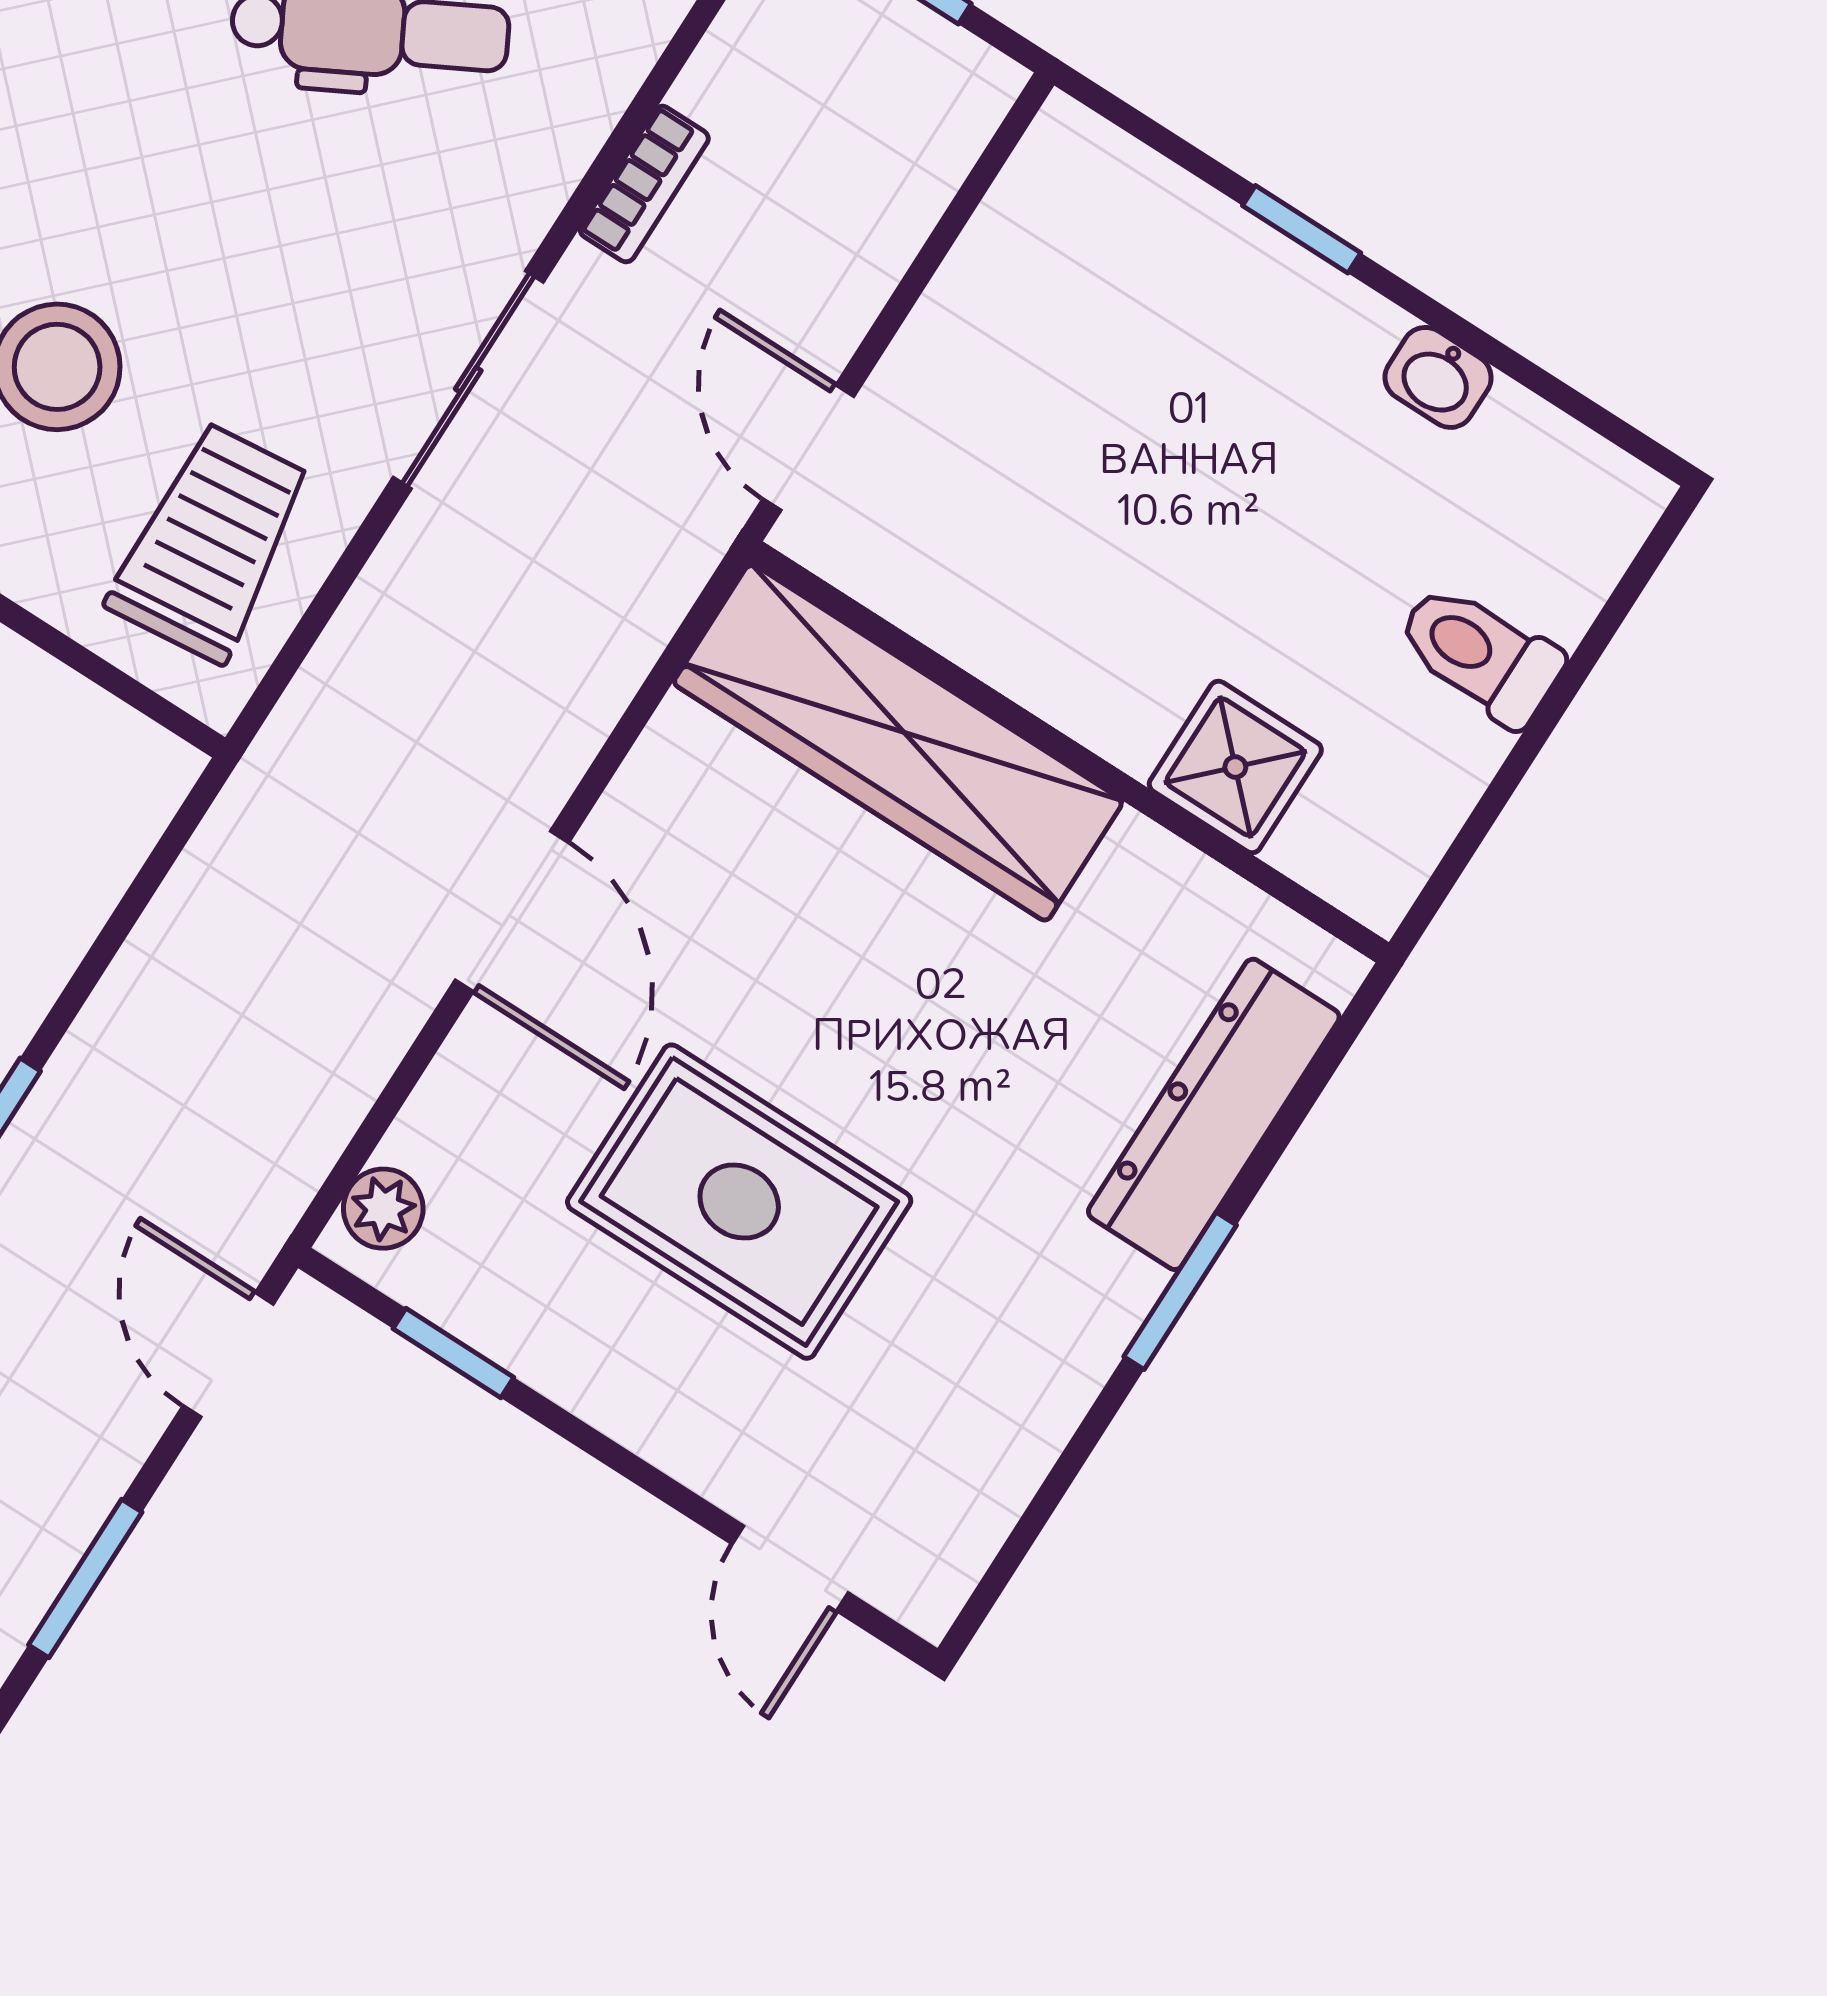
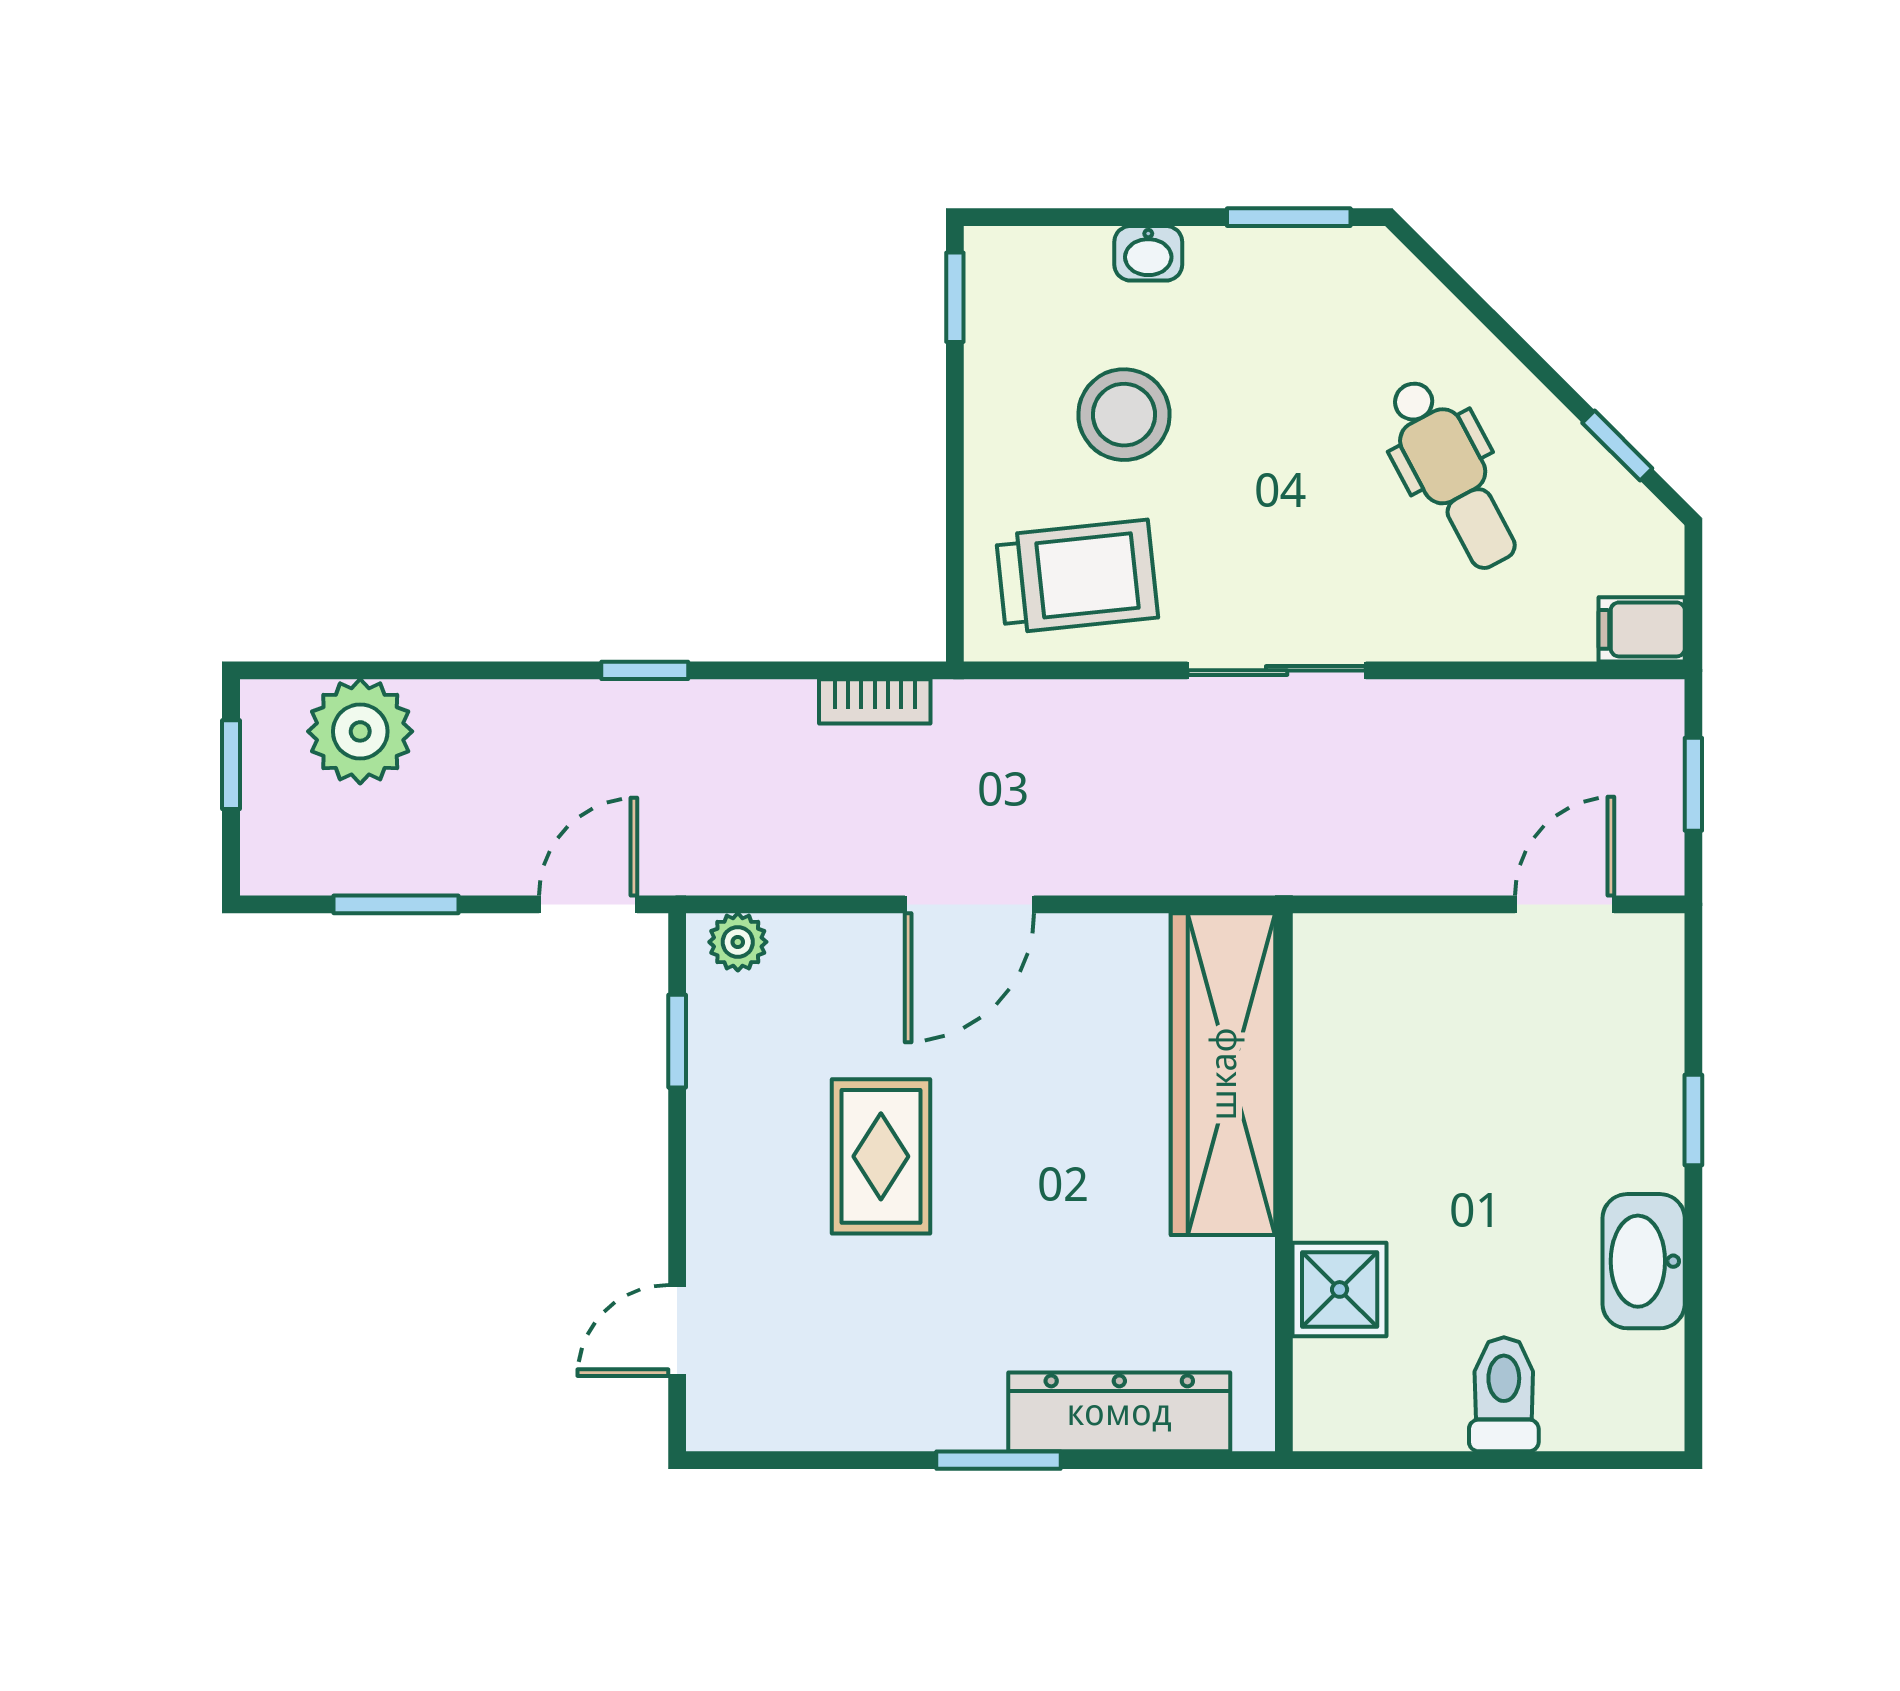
bookcase: (644, 184) -> (875, 701), moved
washbasin: (1438, 377) -> (1644, 1261), width x1.91, depth x1.45
door: (808, 448) -> (1565, 904), moved
rug: (739, 1202) -> (881, 1156), width x0.73, depth x0.70

